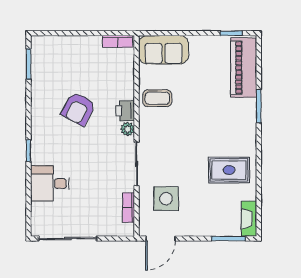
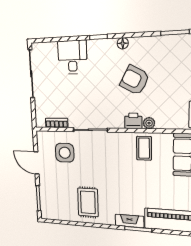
floor lamp: (37, 122) -> (123, 43), added
plant: (128, 129) -> (149, 123), moved
fireplace: (249, 219) -> (130, 221), moved
door: (161, 239) -> (36, 163), moved

